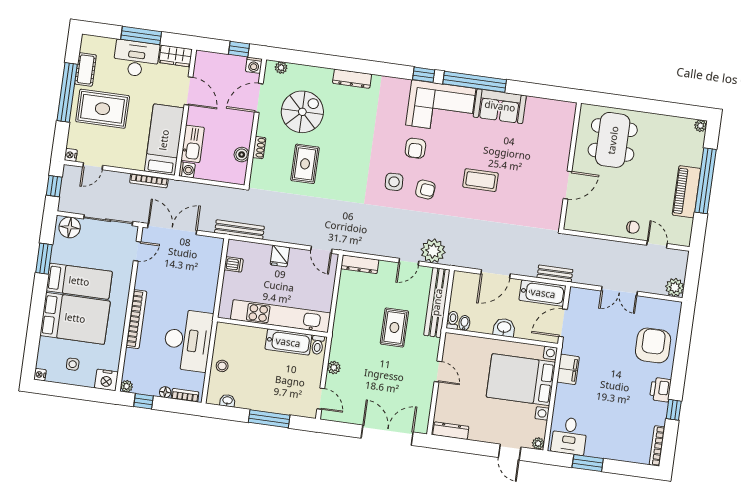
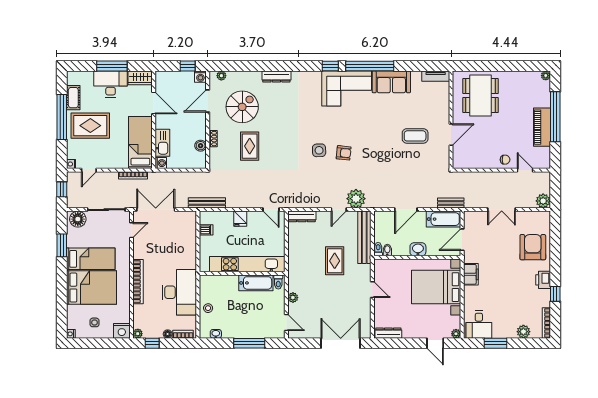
tv unit: (558, 107) -> (436, 76), added
armchair: (415, 148) -> (332, 123), removed
coffee table: (481, 180) -> (415, 136), moved
plant: (626, 453) -> (523, 332), added

